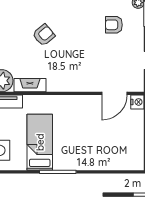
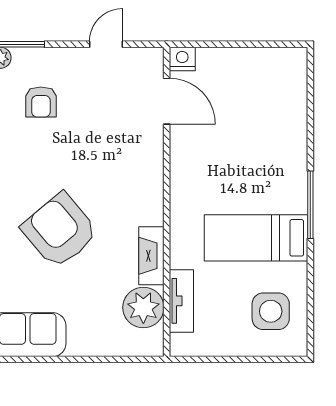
armchair: (44, 35) -> (60, 230), width x1.88, depth x1.88

